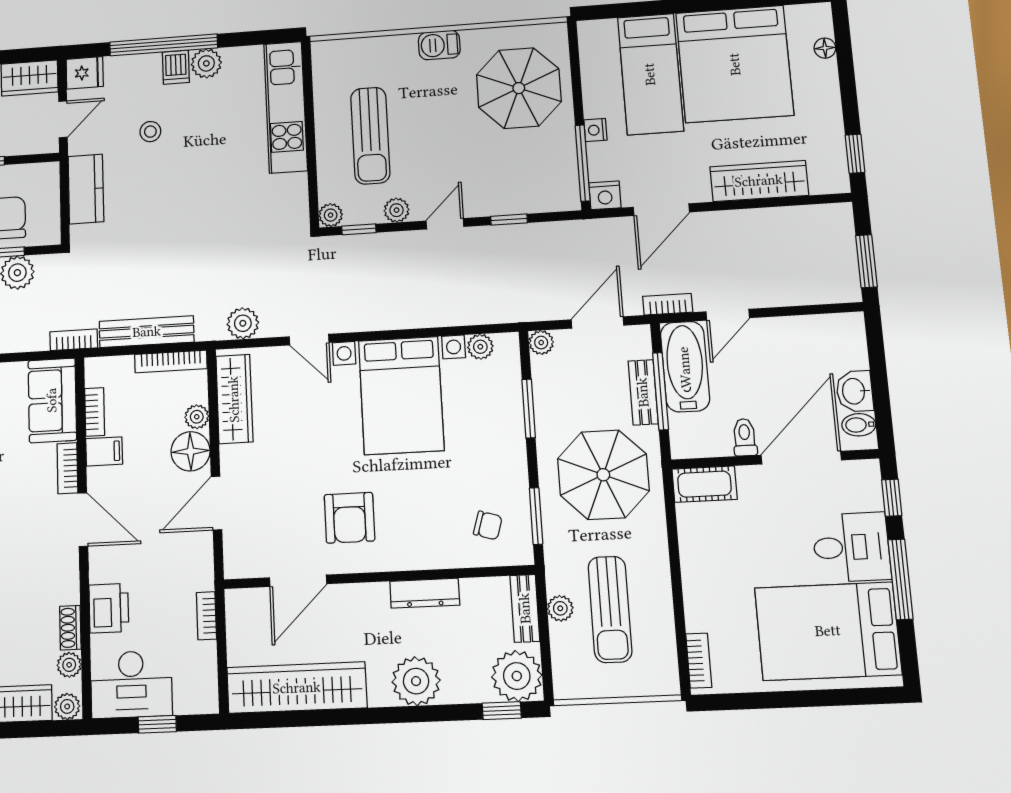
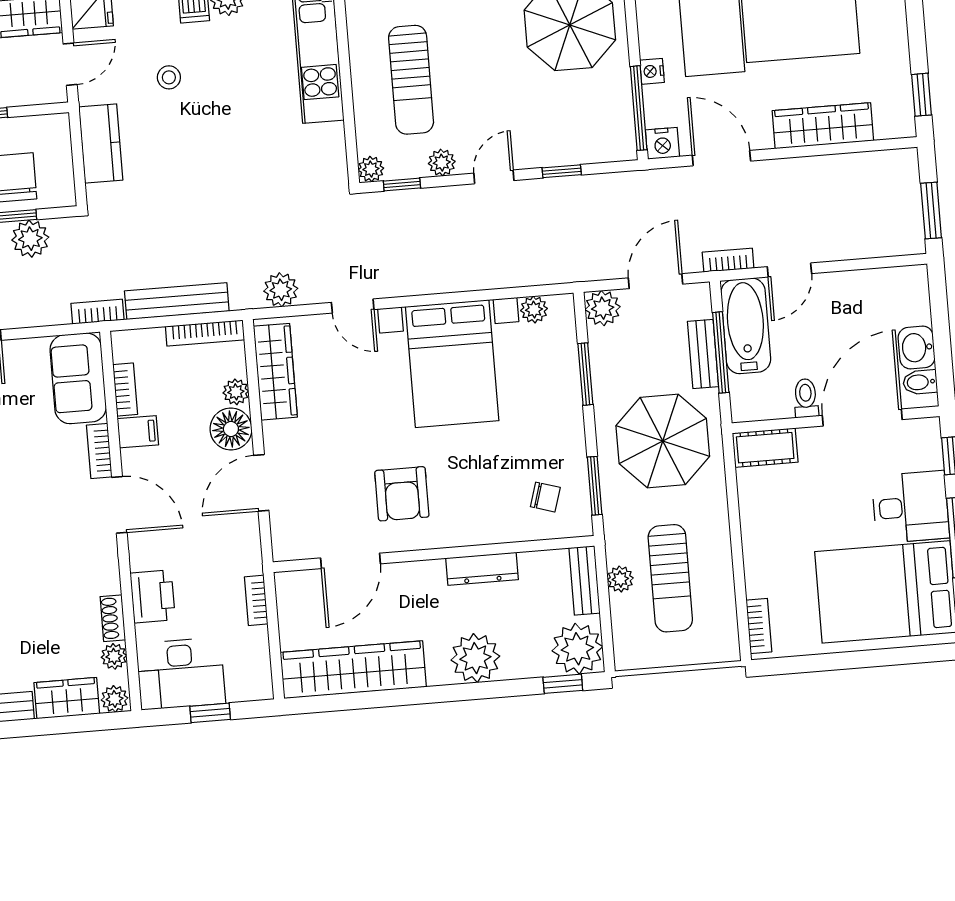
door: (661, 210) -> (721, 158), swing flipped
plant: (541, 343) -> (603, 308), width x1.38, depth x1.38

